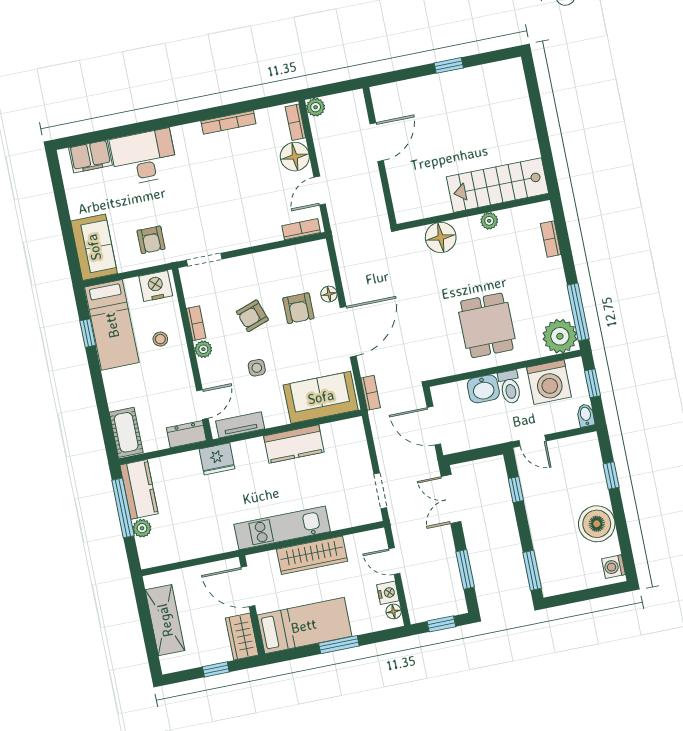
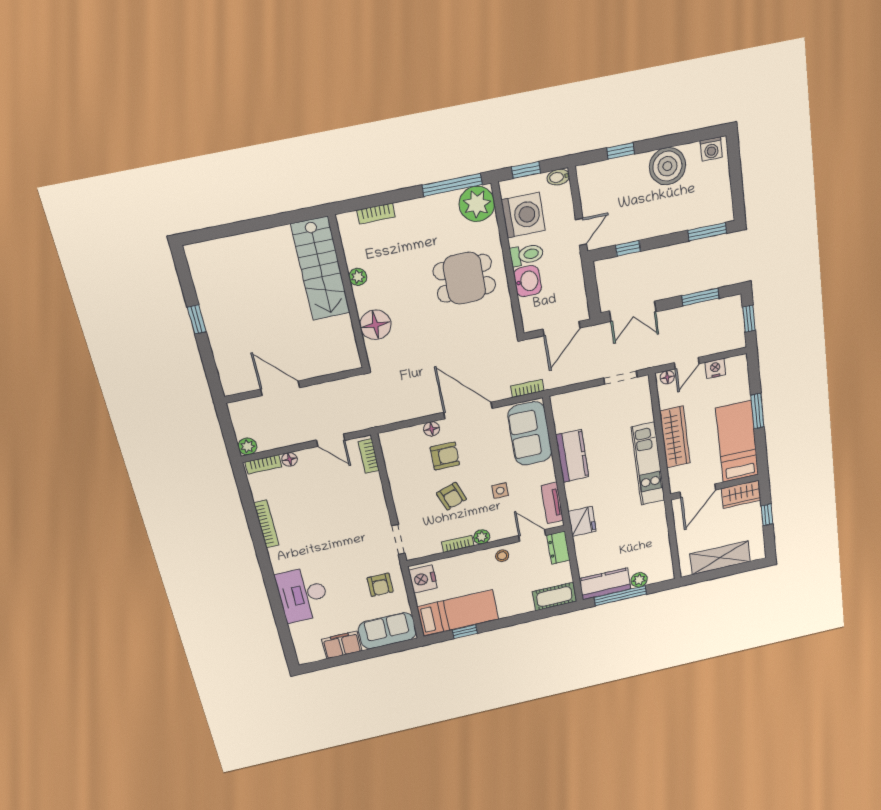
filing cabinet: (91, 157) -> (342, 645), moved, turned -90
floor lamp: (295, 157) -> (289, 459), width x0.53, depth x0.53
armchair: (151, 240) -> (380, 585), turned 90
stool: (160, 339) -> (502, 556), moved
floor lamp: (394, 611) -> (667, 377), moved

